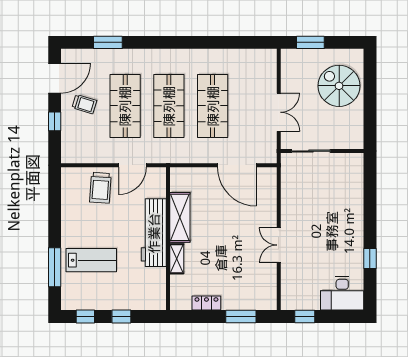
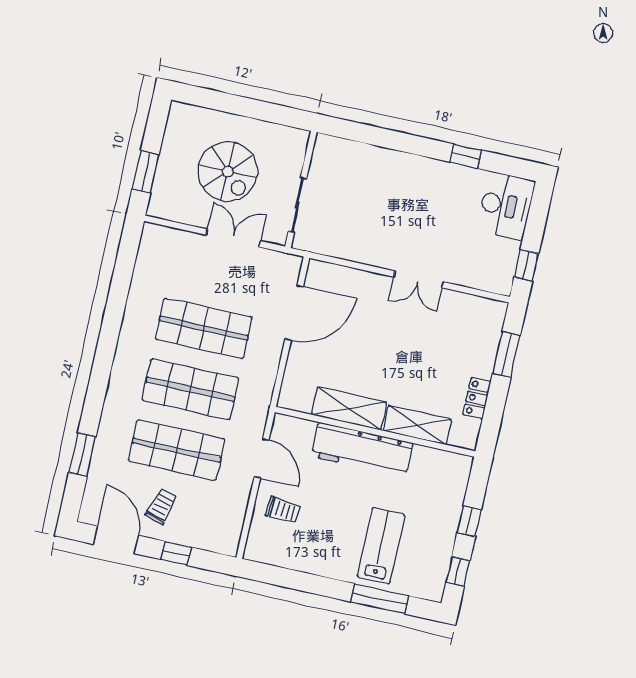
spiral stairs: (339, 86) -> (228, 171), moved, turned -90
trolley: (100, 188) -> (283, 510), width x0.73, depth x0.72
shelving: (177, 259) -> (417, 425), width x1.50, depth x1.33

